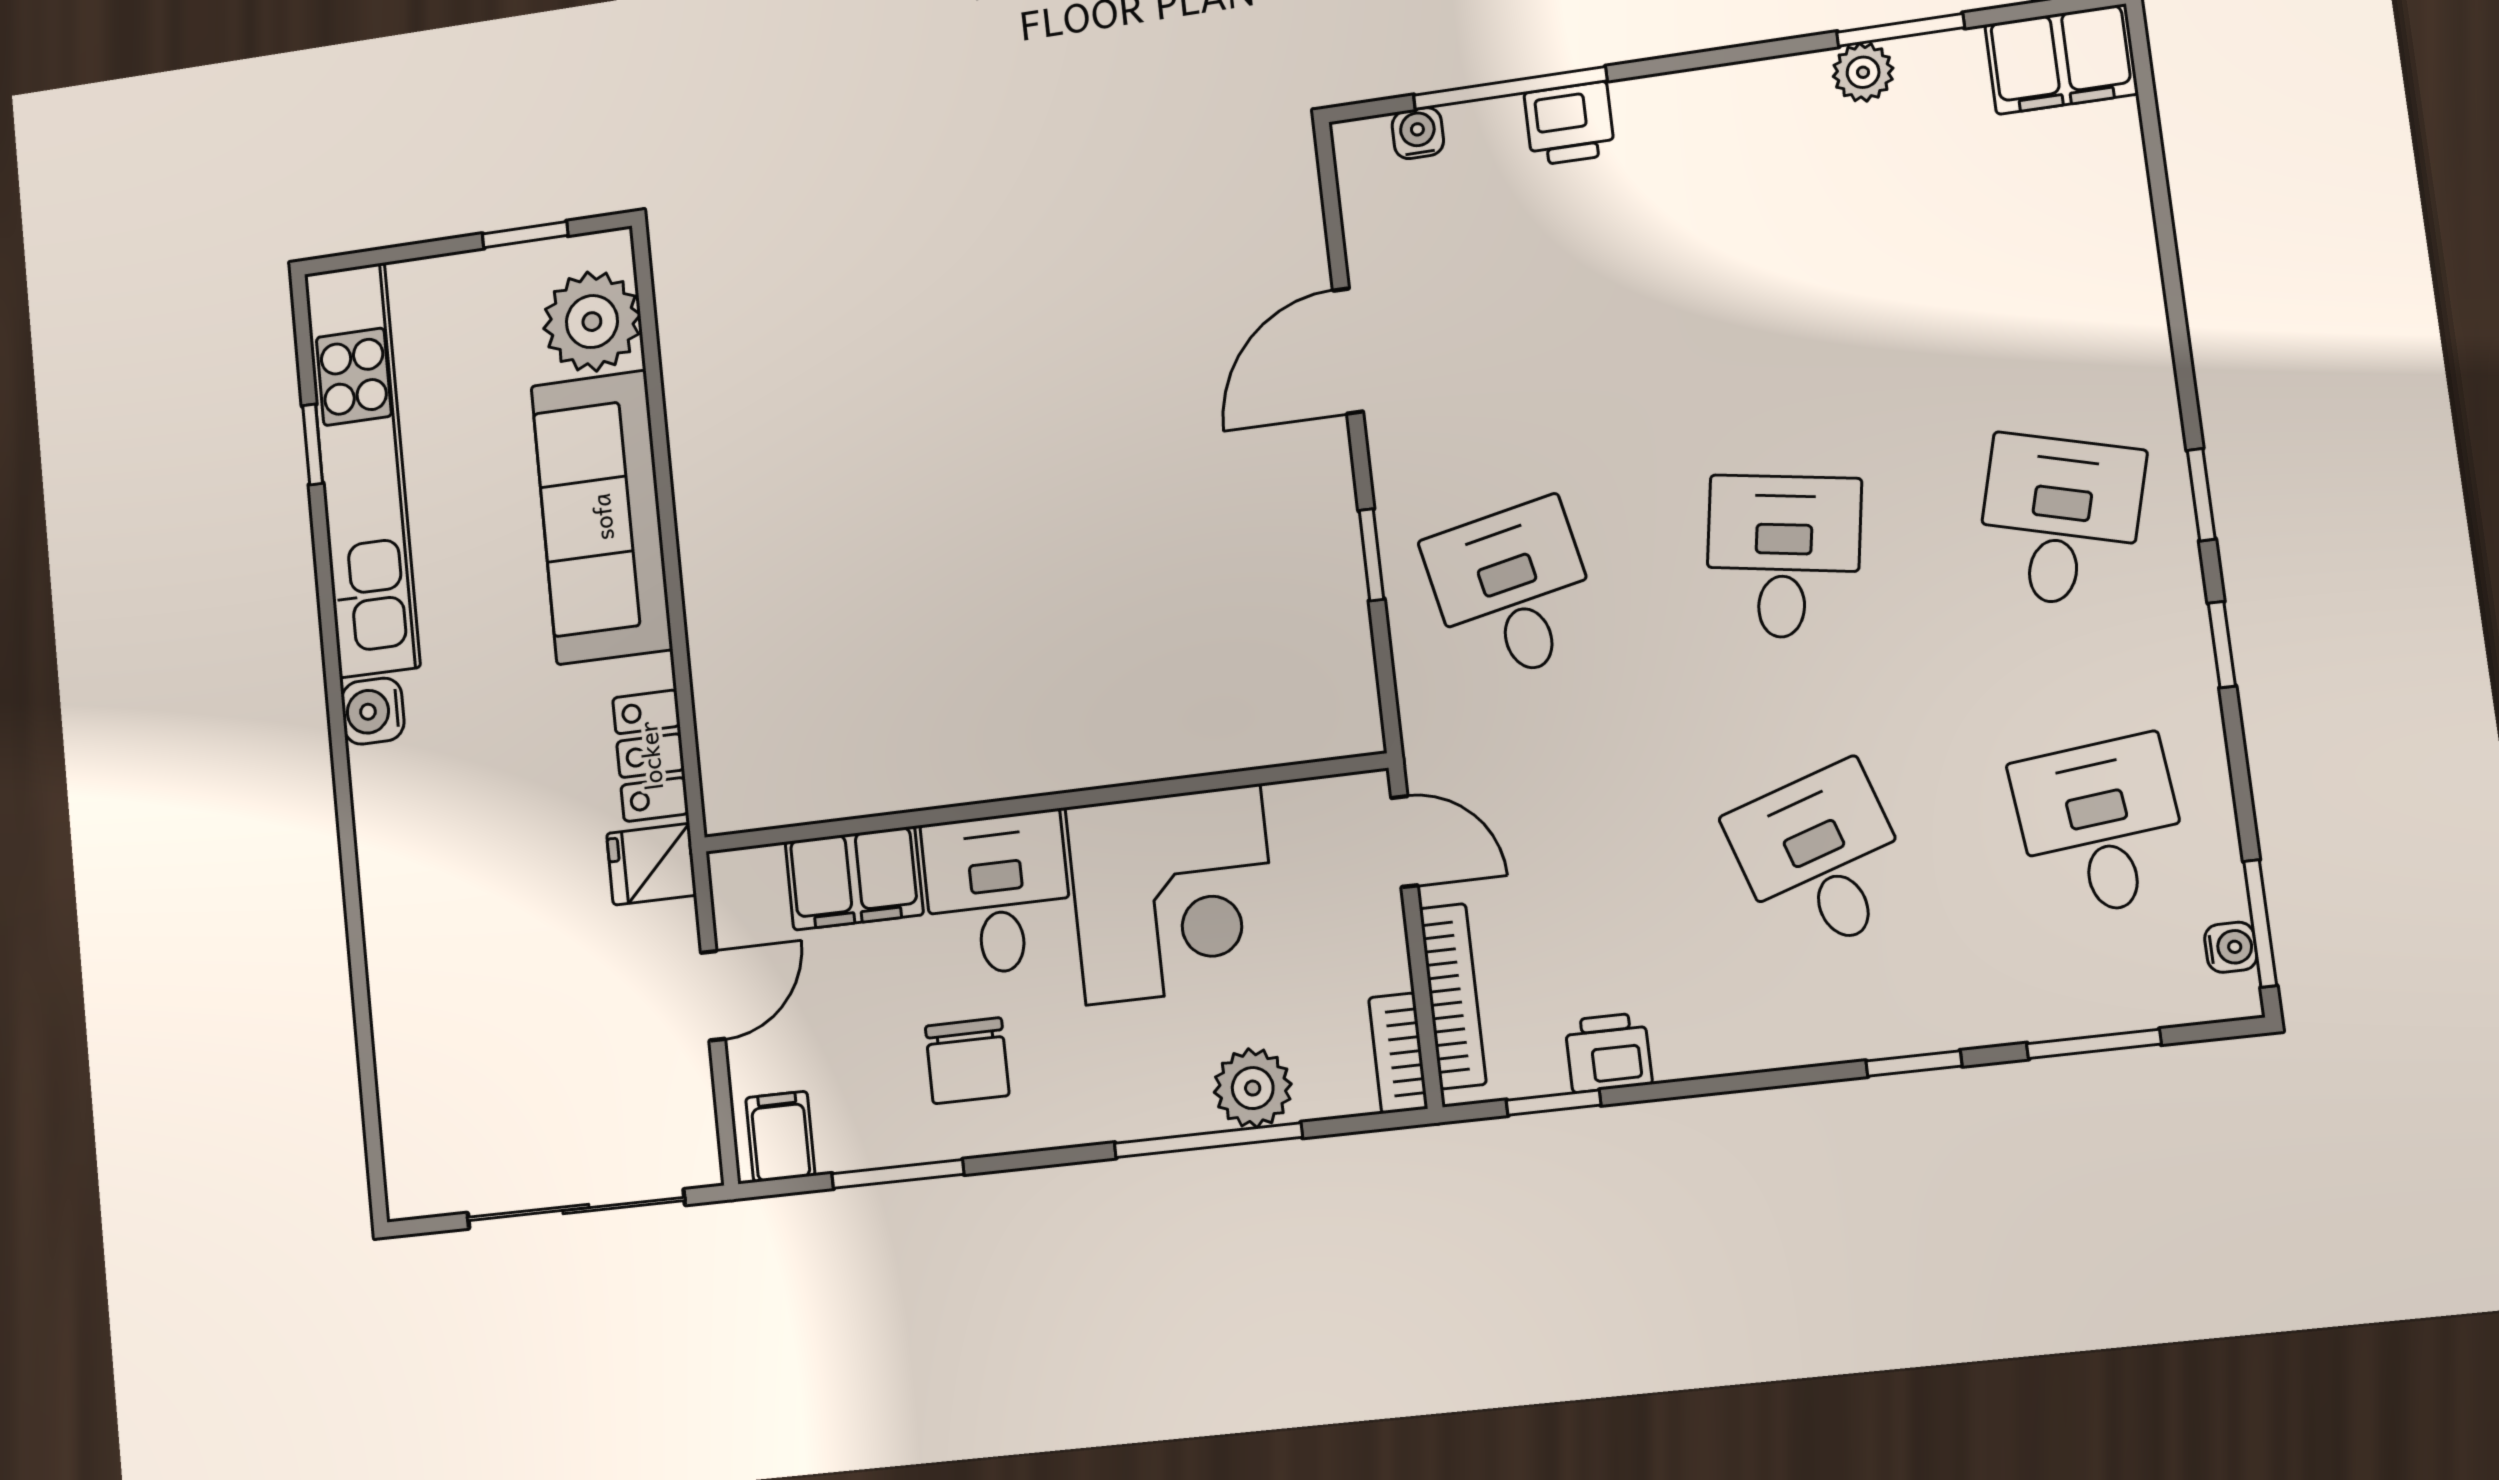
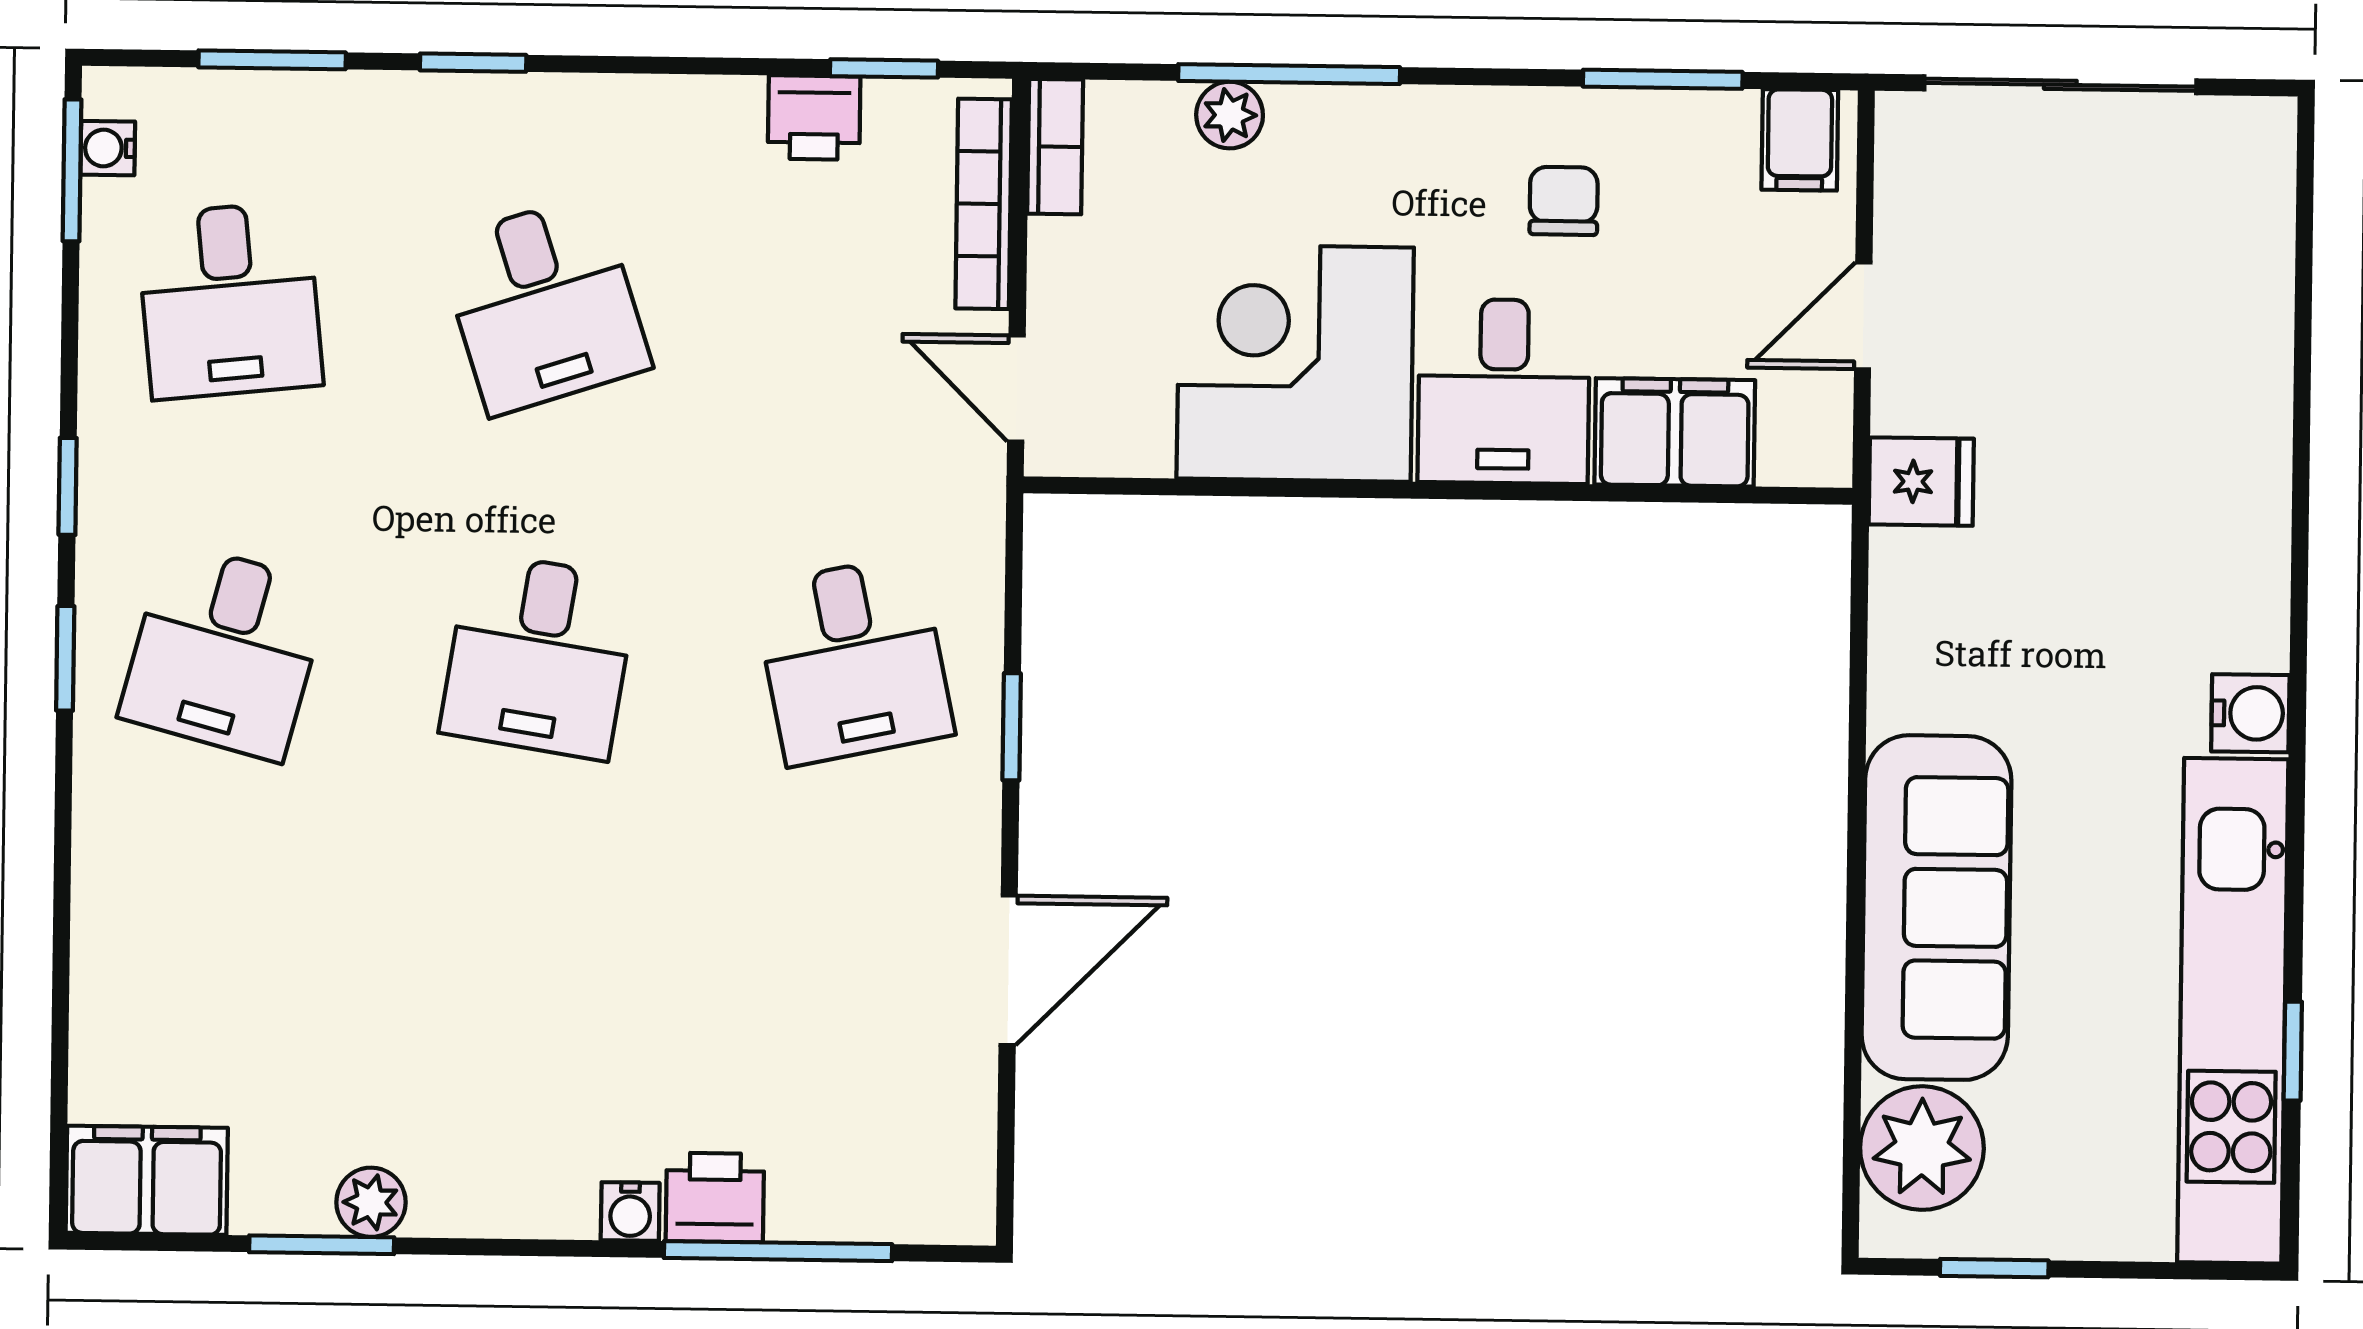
water cooler: (1418, 133) -> (630, 1212), moved
locker: (650, 756) -> (1908, 612), removed
chair: (967, 1061) -> (1564, 201), width x0.73, depth x0.73
plant: (1253, 1088) -> (1230, 115), width x0.73, depth x0.73

